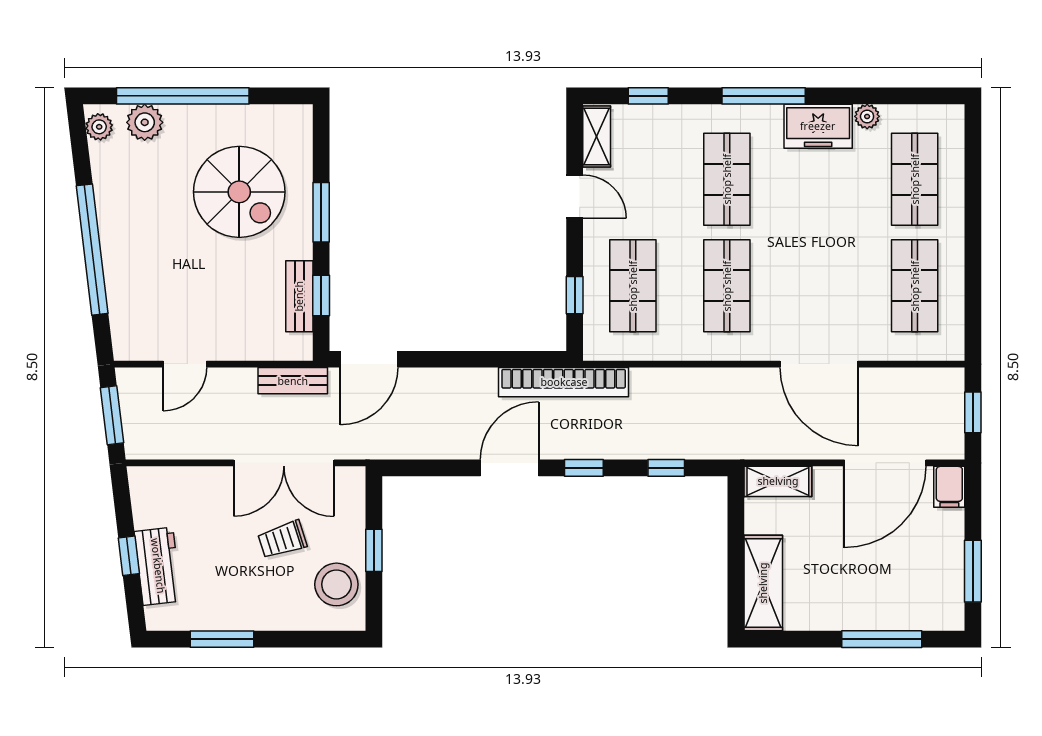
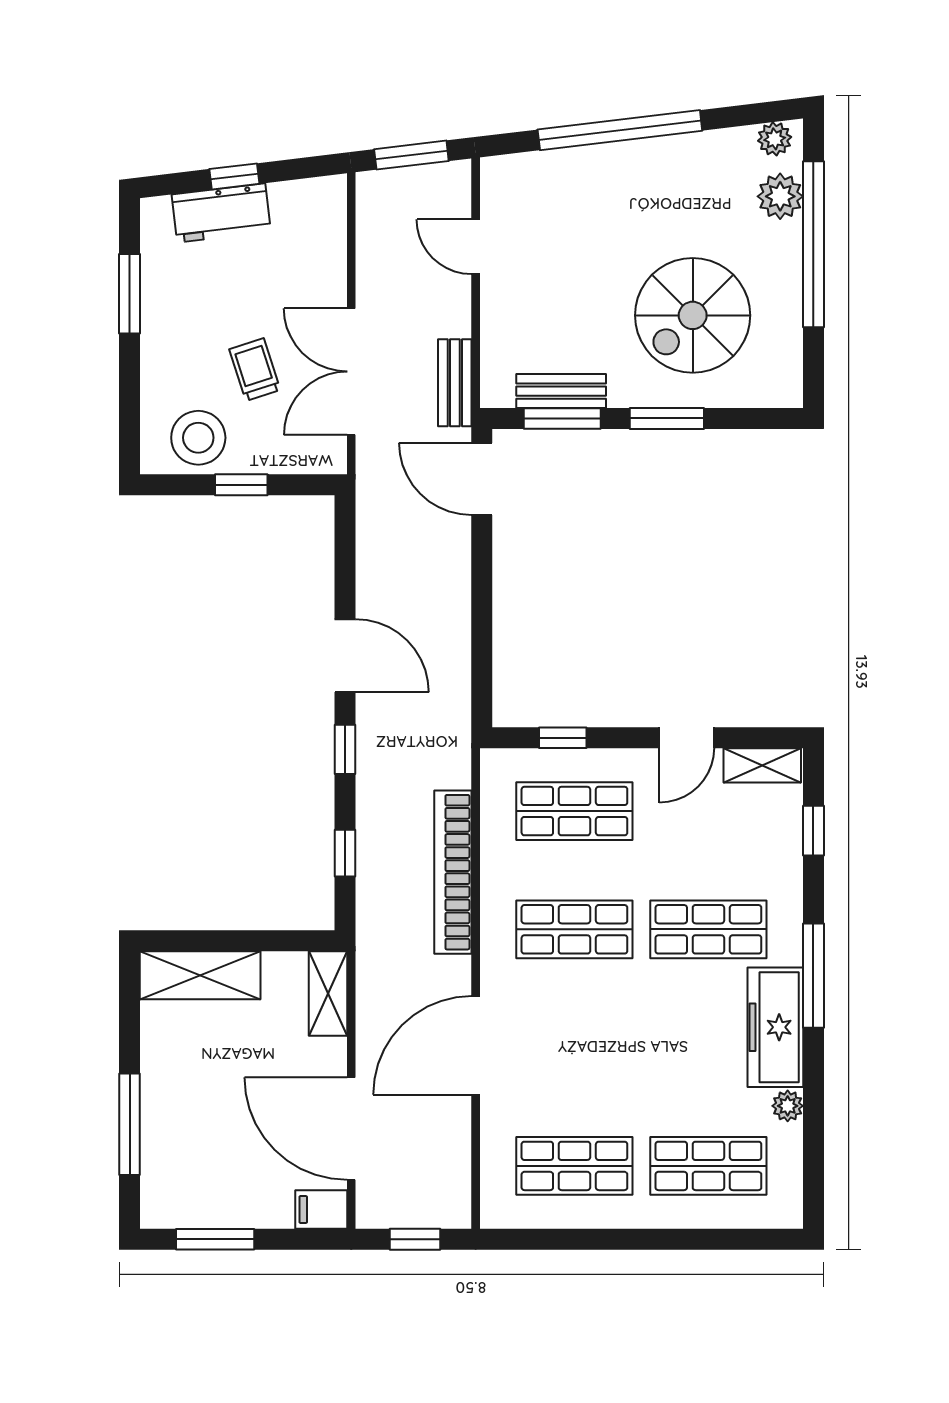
freezer: (818, 126) -> (775, 1027), width x1.40
window: (321, 295) -> (562, 418), width x1.50
bookcase: (564, 382) -> (453, 872), moved

